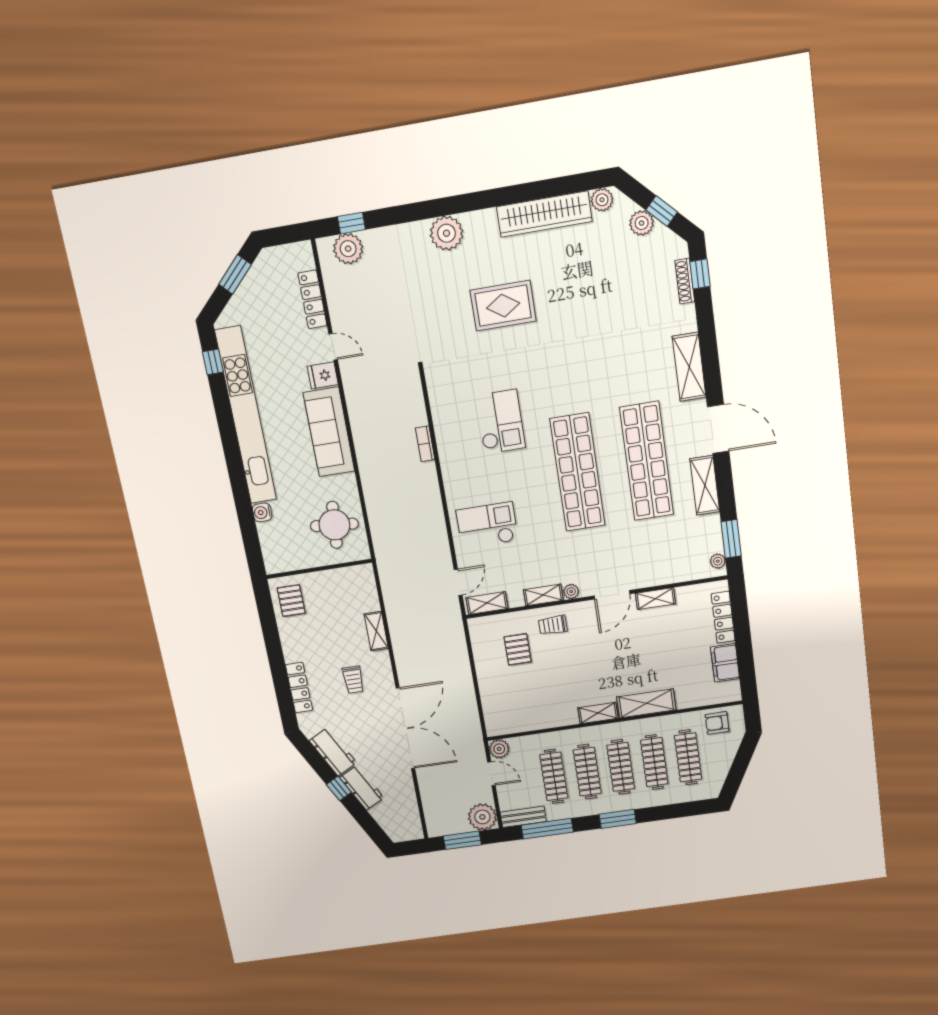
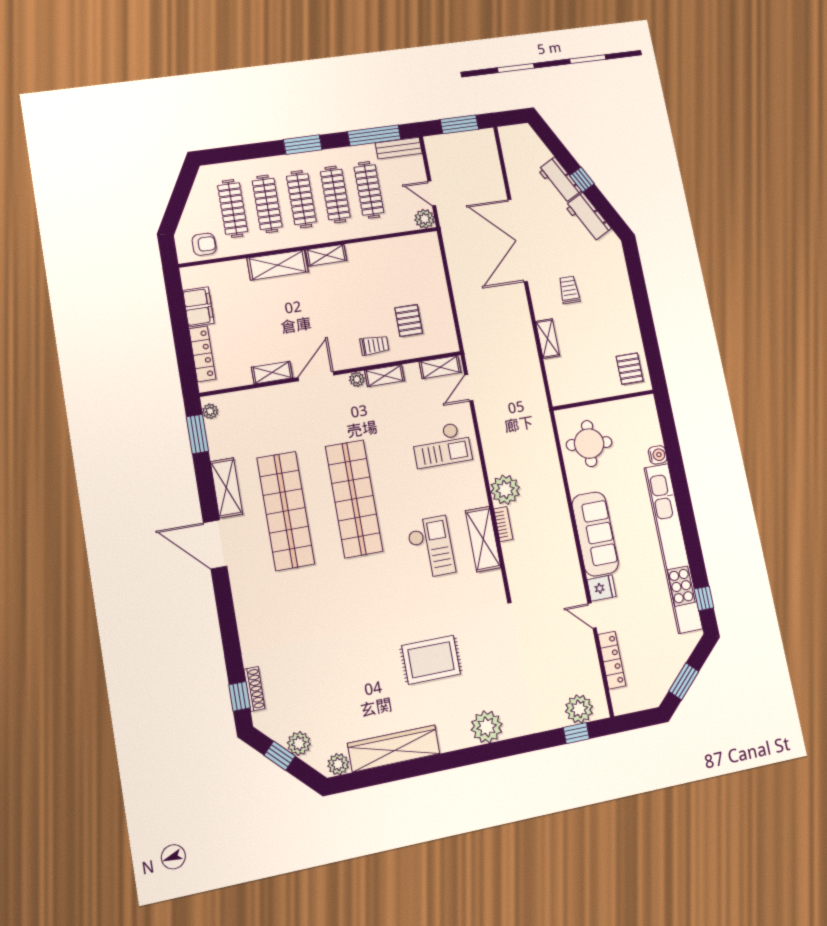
shelving: (689, 367) -> (483, 539), moved
checkout: (500, 422) -> (431, 547), turned 180
locker: (299, 688) -> (621, 282), removed
plant: (482, 817) -> (505, 490), moved

